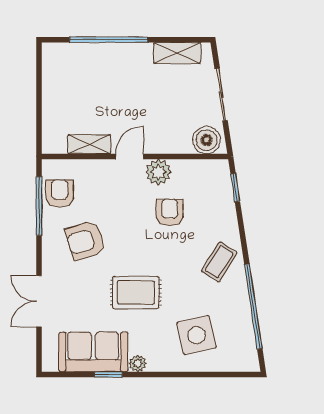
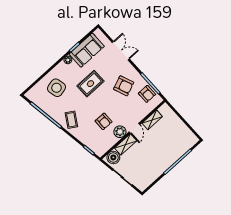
shelving: (177, 53) -> (126, 144), moved
armchair: (85, 241) -> (124, 86), turned 85

